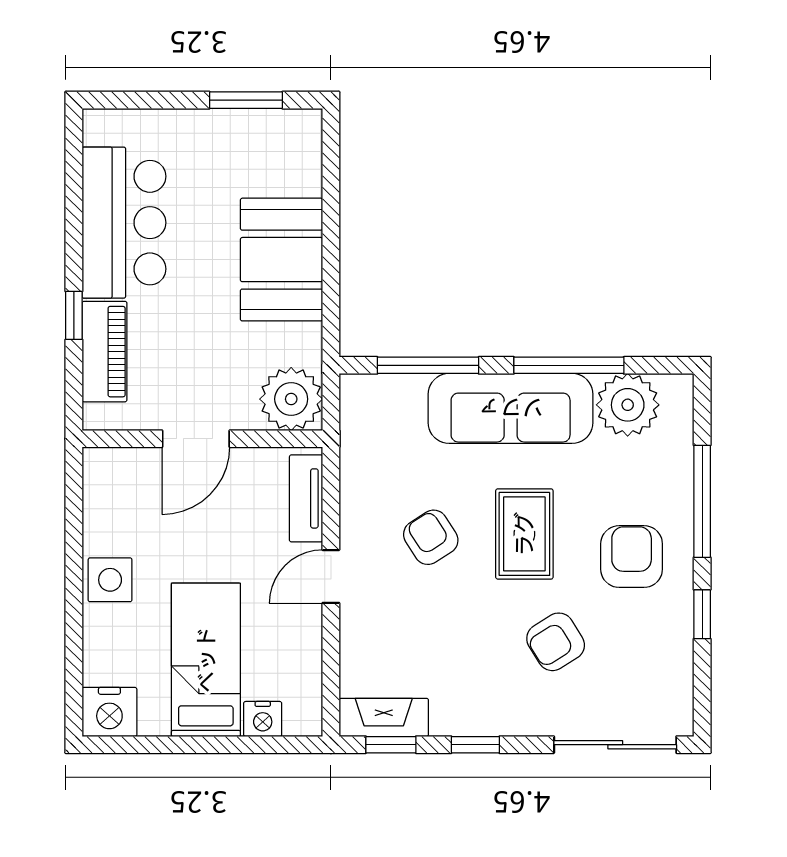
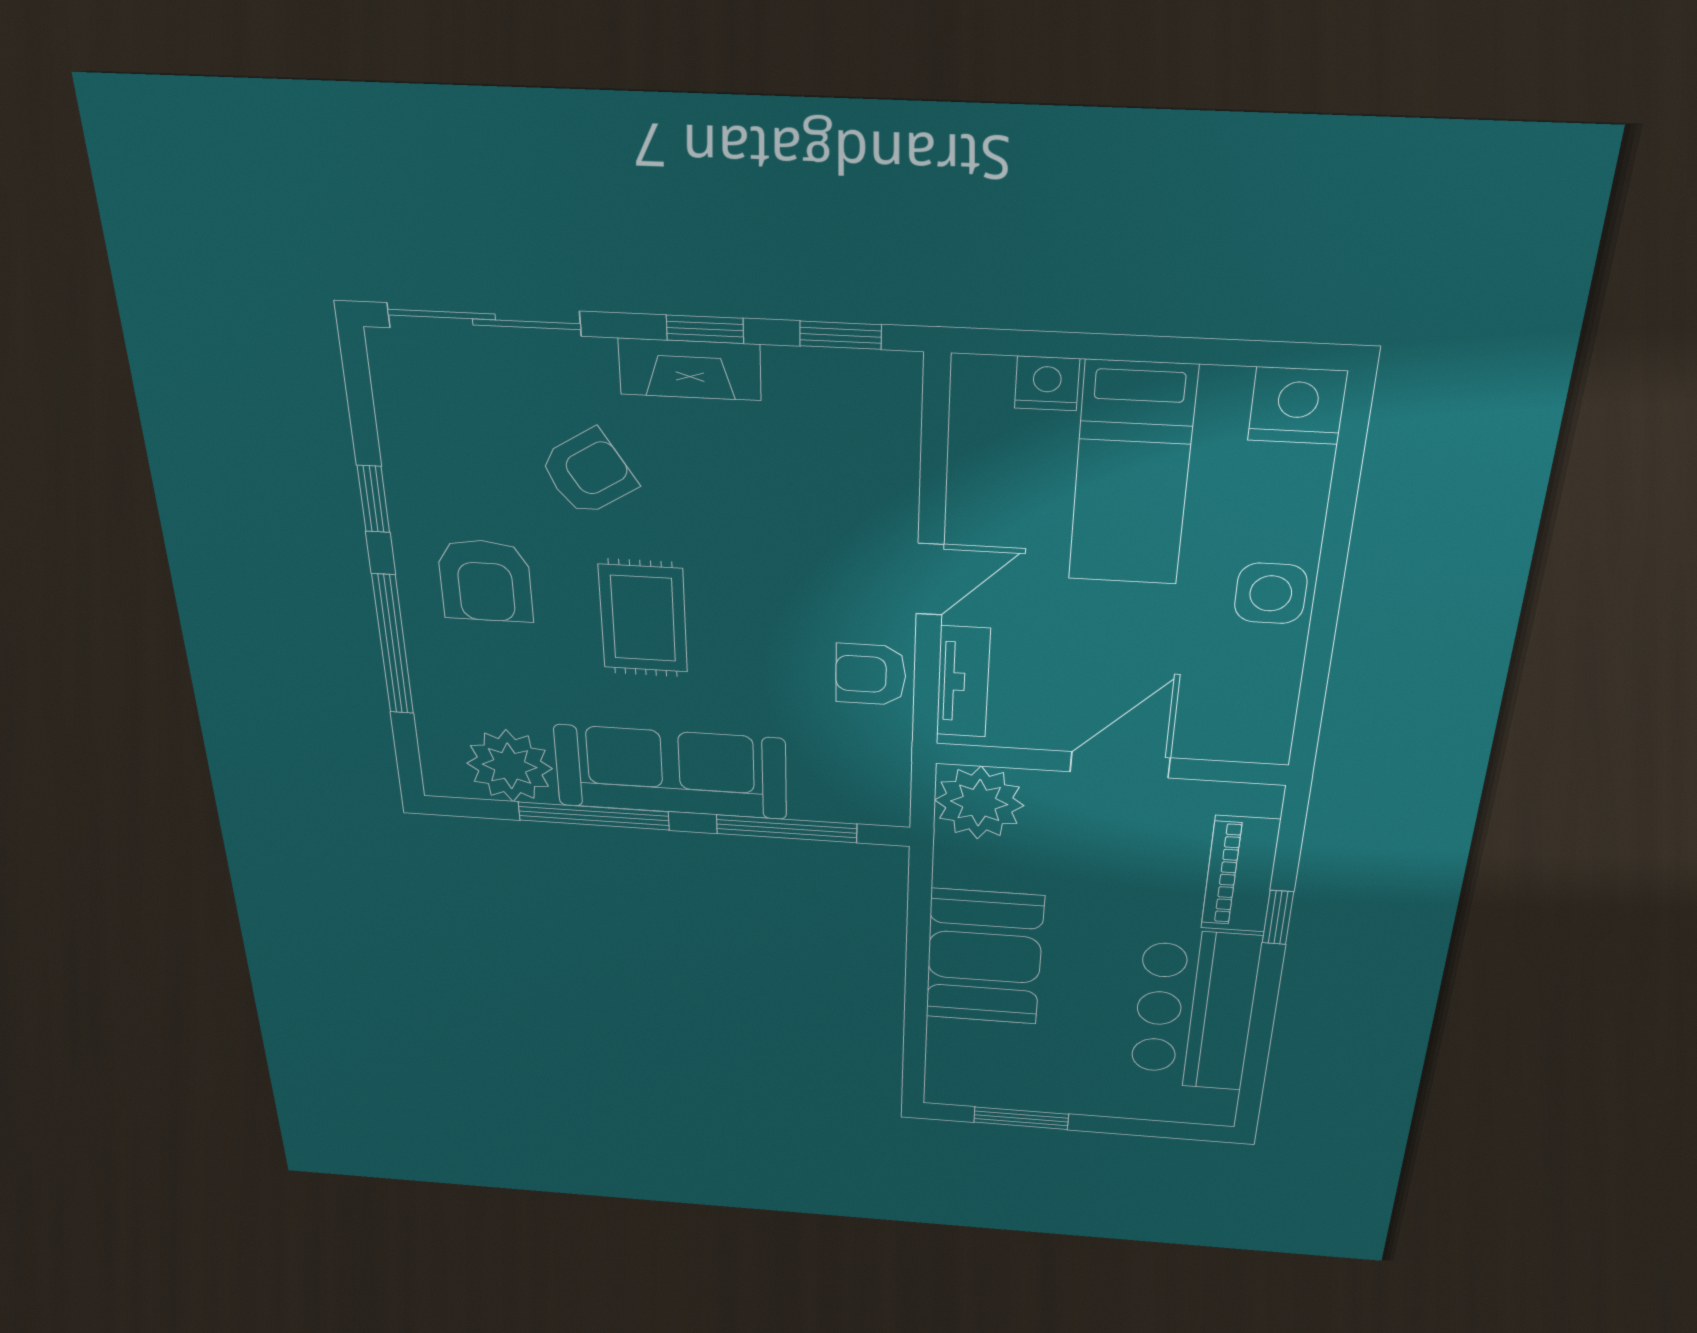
armchair: (431, 537) -> (871, 674), moved, turned 123
fireplace: (384, 717) -> (690, 369), moved

